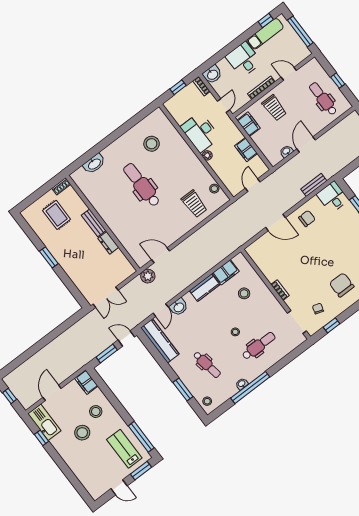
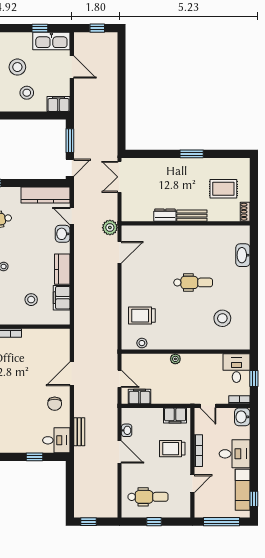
desk: (200, 132) -> (236, 368), moved, width x0.73
filing cabinet: (246, 150) -> (139, 396), moved
dental chair: (142, 185) -> (193, 282), width x0.73, depth x0.72

